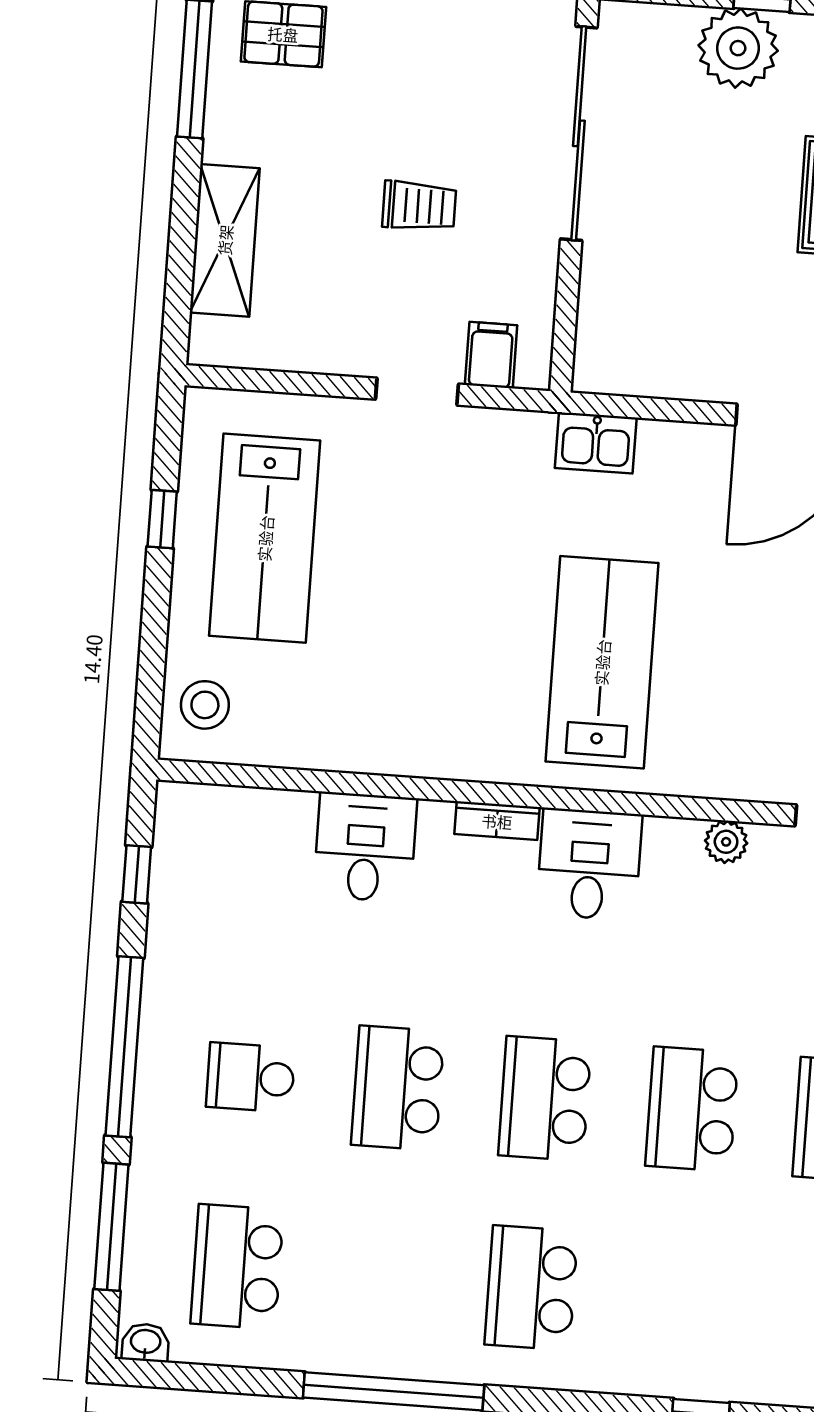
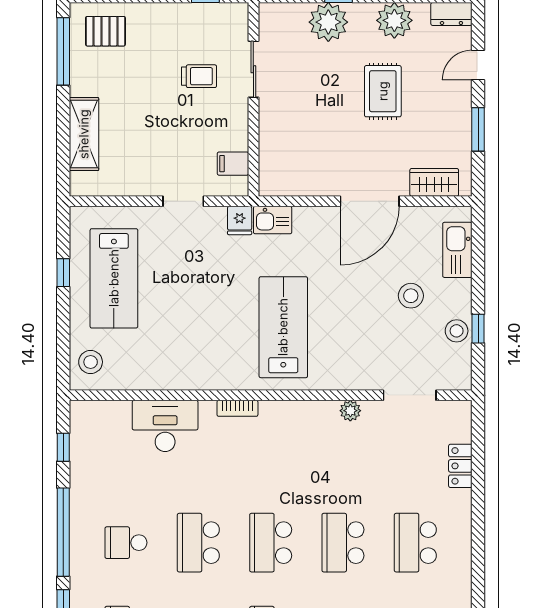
sliding door: (579, 133) -> (253, 69), width x0.54
trolley: (419, 206) -> (199, 76), moved
filing cabinet: (491, 355) -> (233, 164), moved, turned -90
fridge: (529, 439) -> (240, 221), added
desk: (365, 847) -> (165, 426), width x1.37
desk: (589, 864) -> (284, 426), removed

